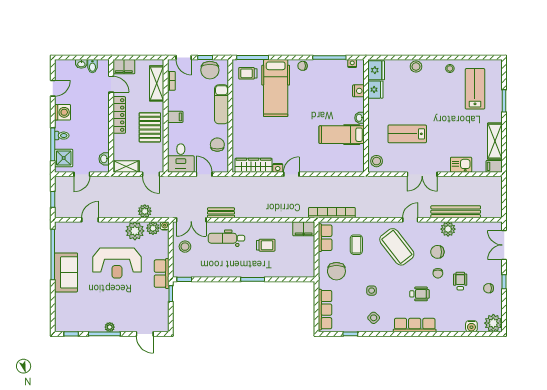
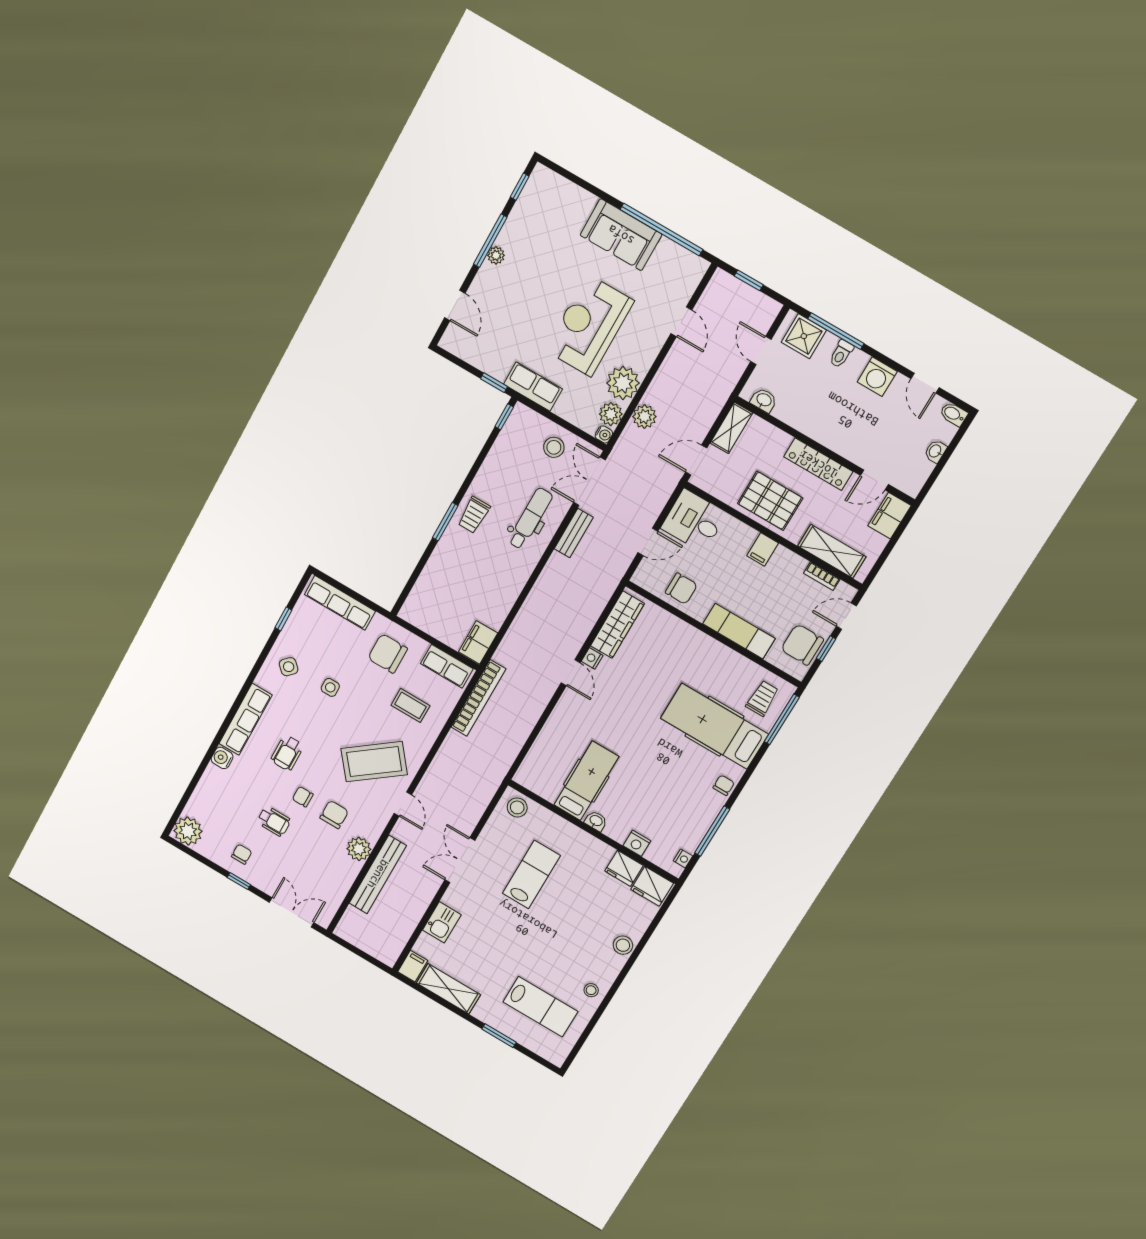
bidet: (92, 66) -> (954, 414), moved
trolley: (266, 245) -> (474, 515), moved
water cooler: (471, 326) -> (222, 758), moved
door: (145, 334) -> (455, 305), swing flipped

